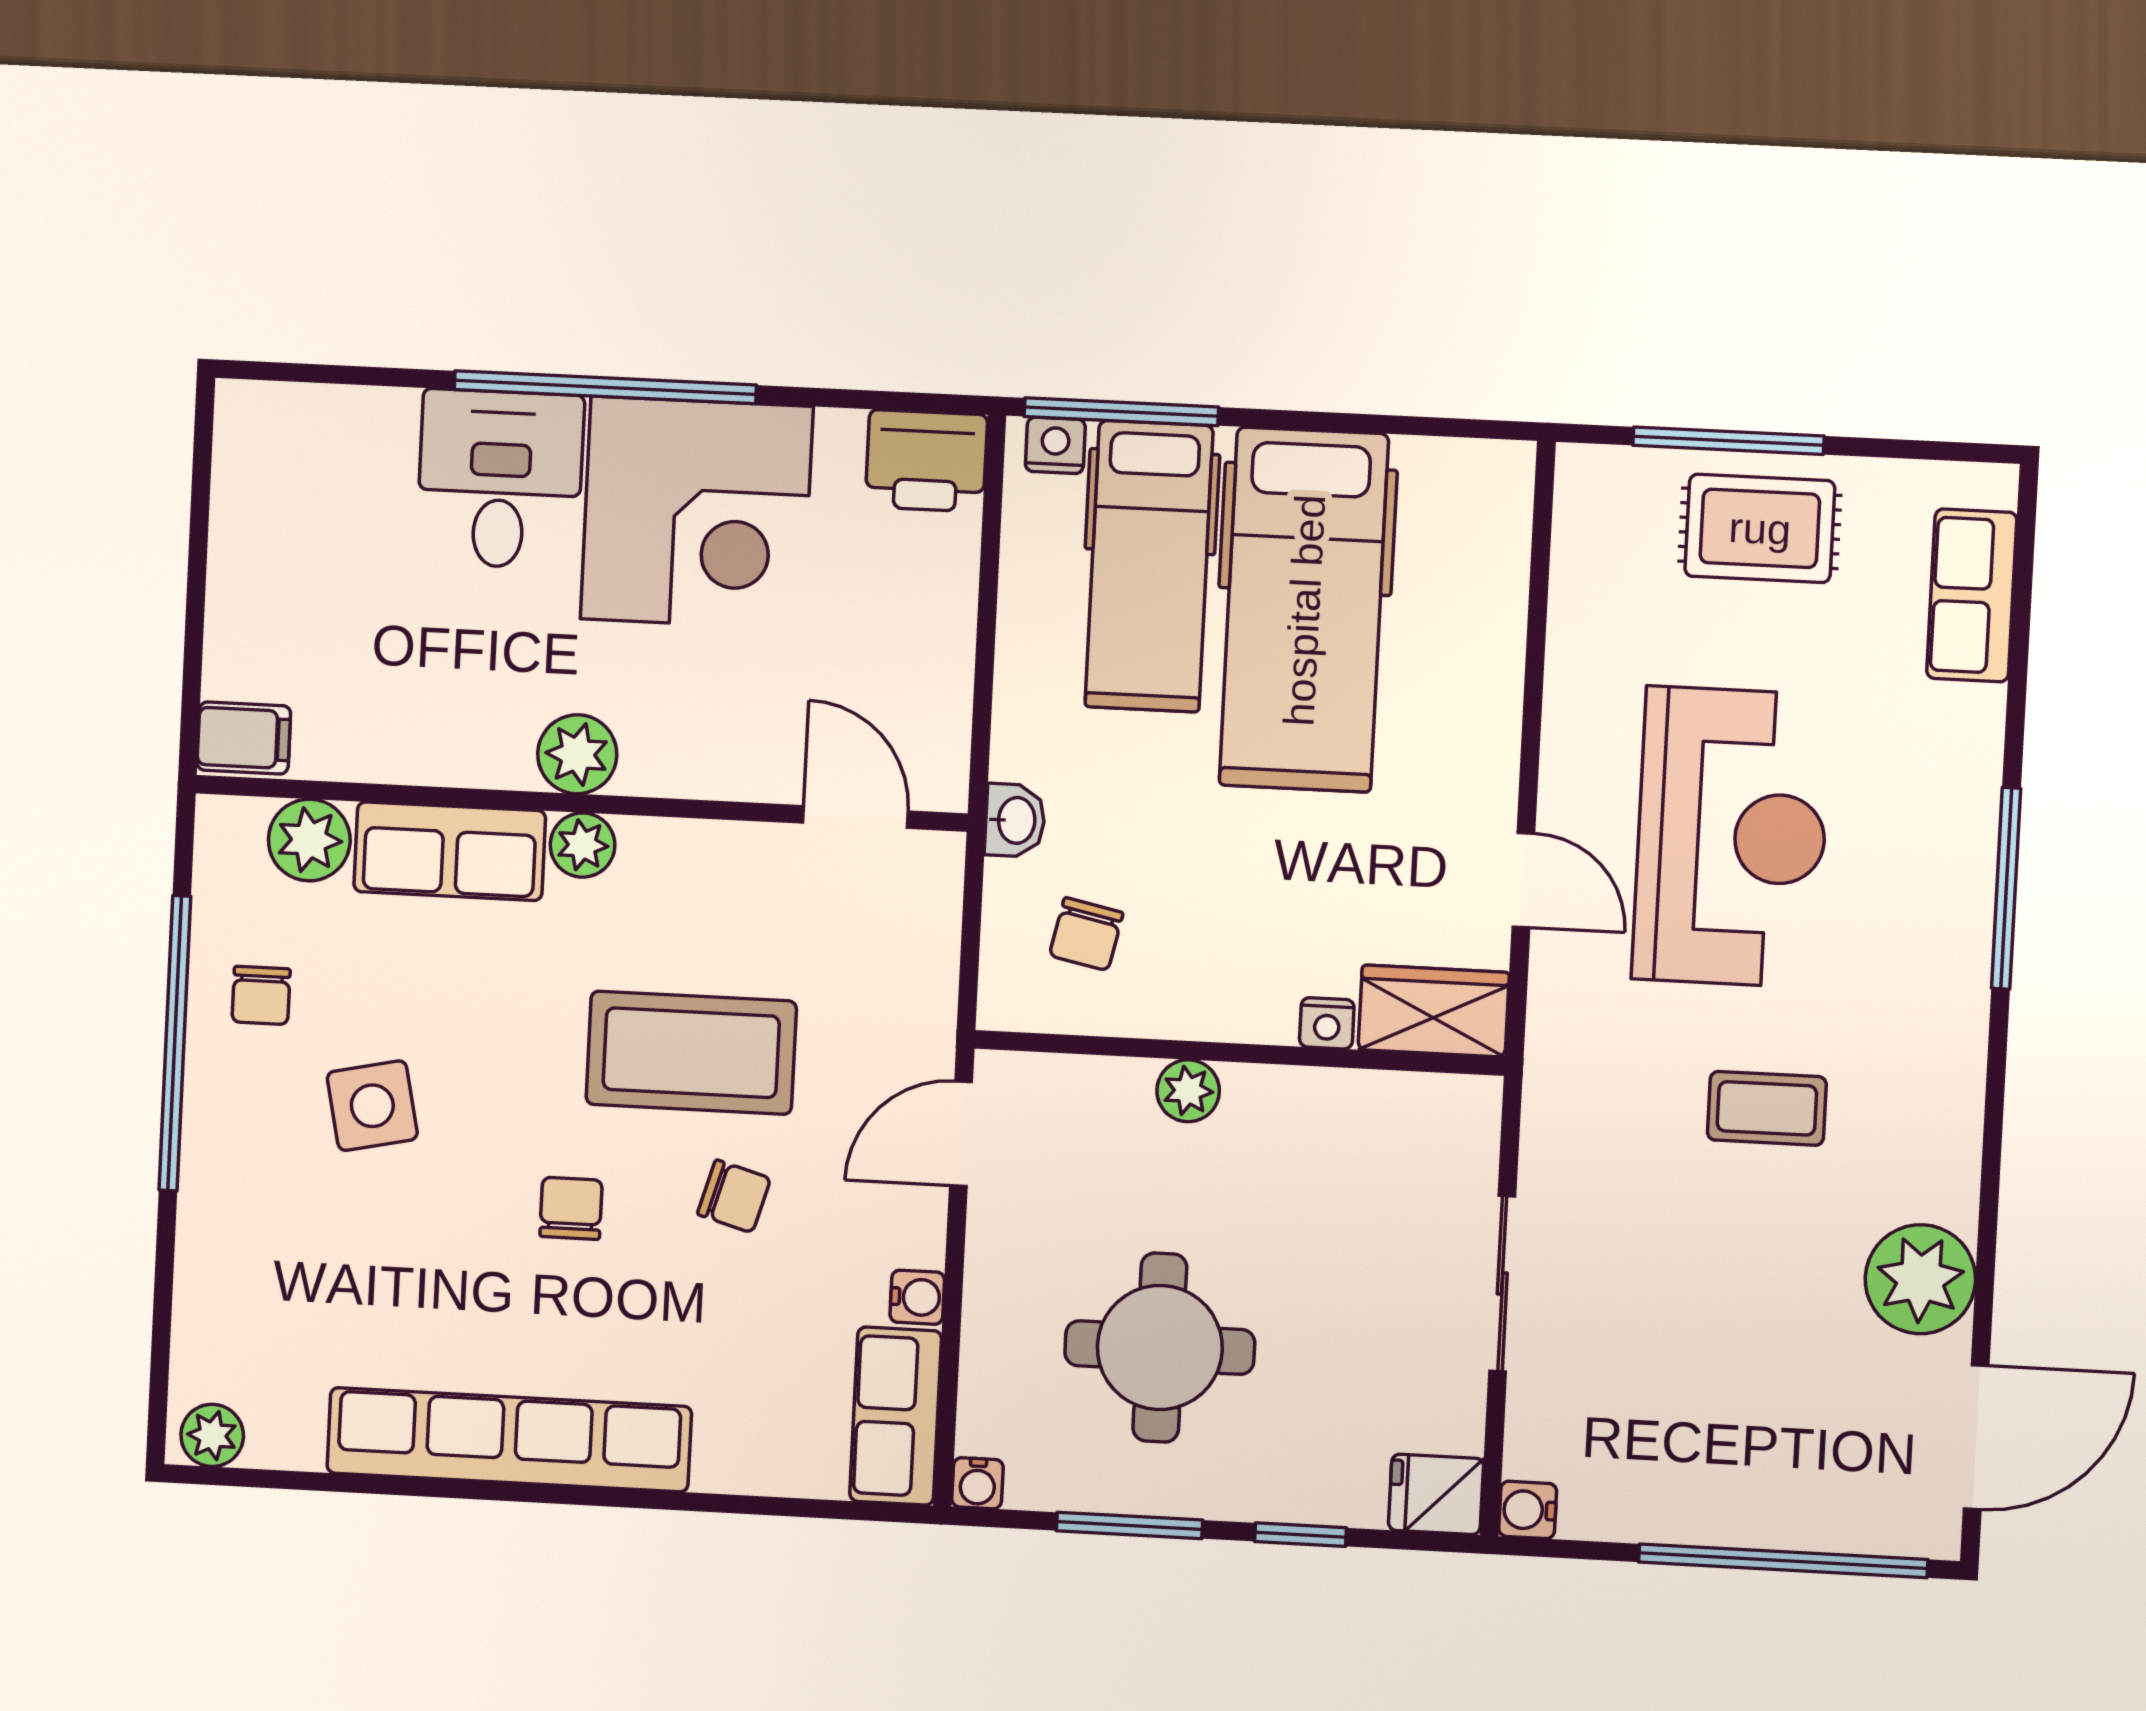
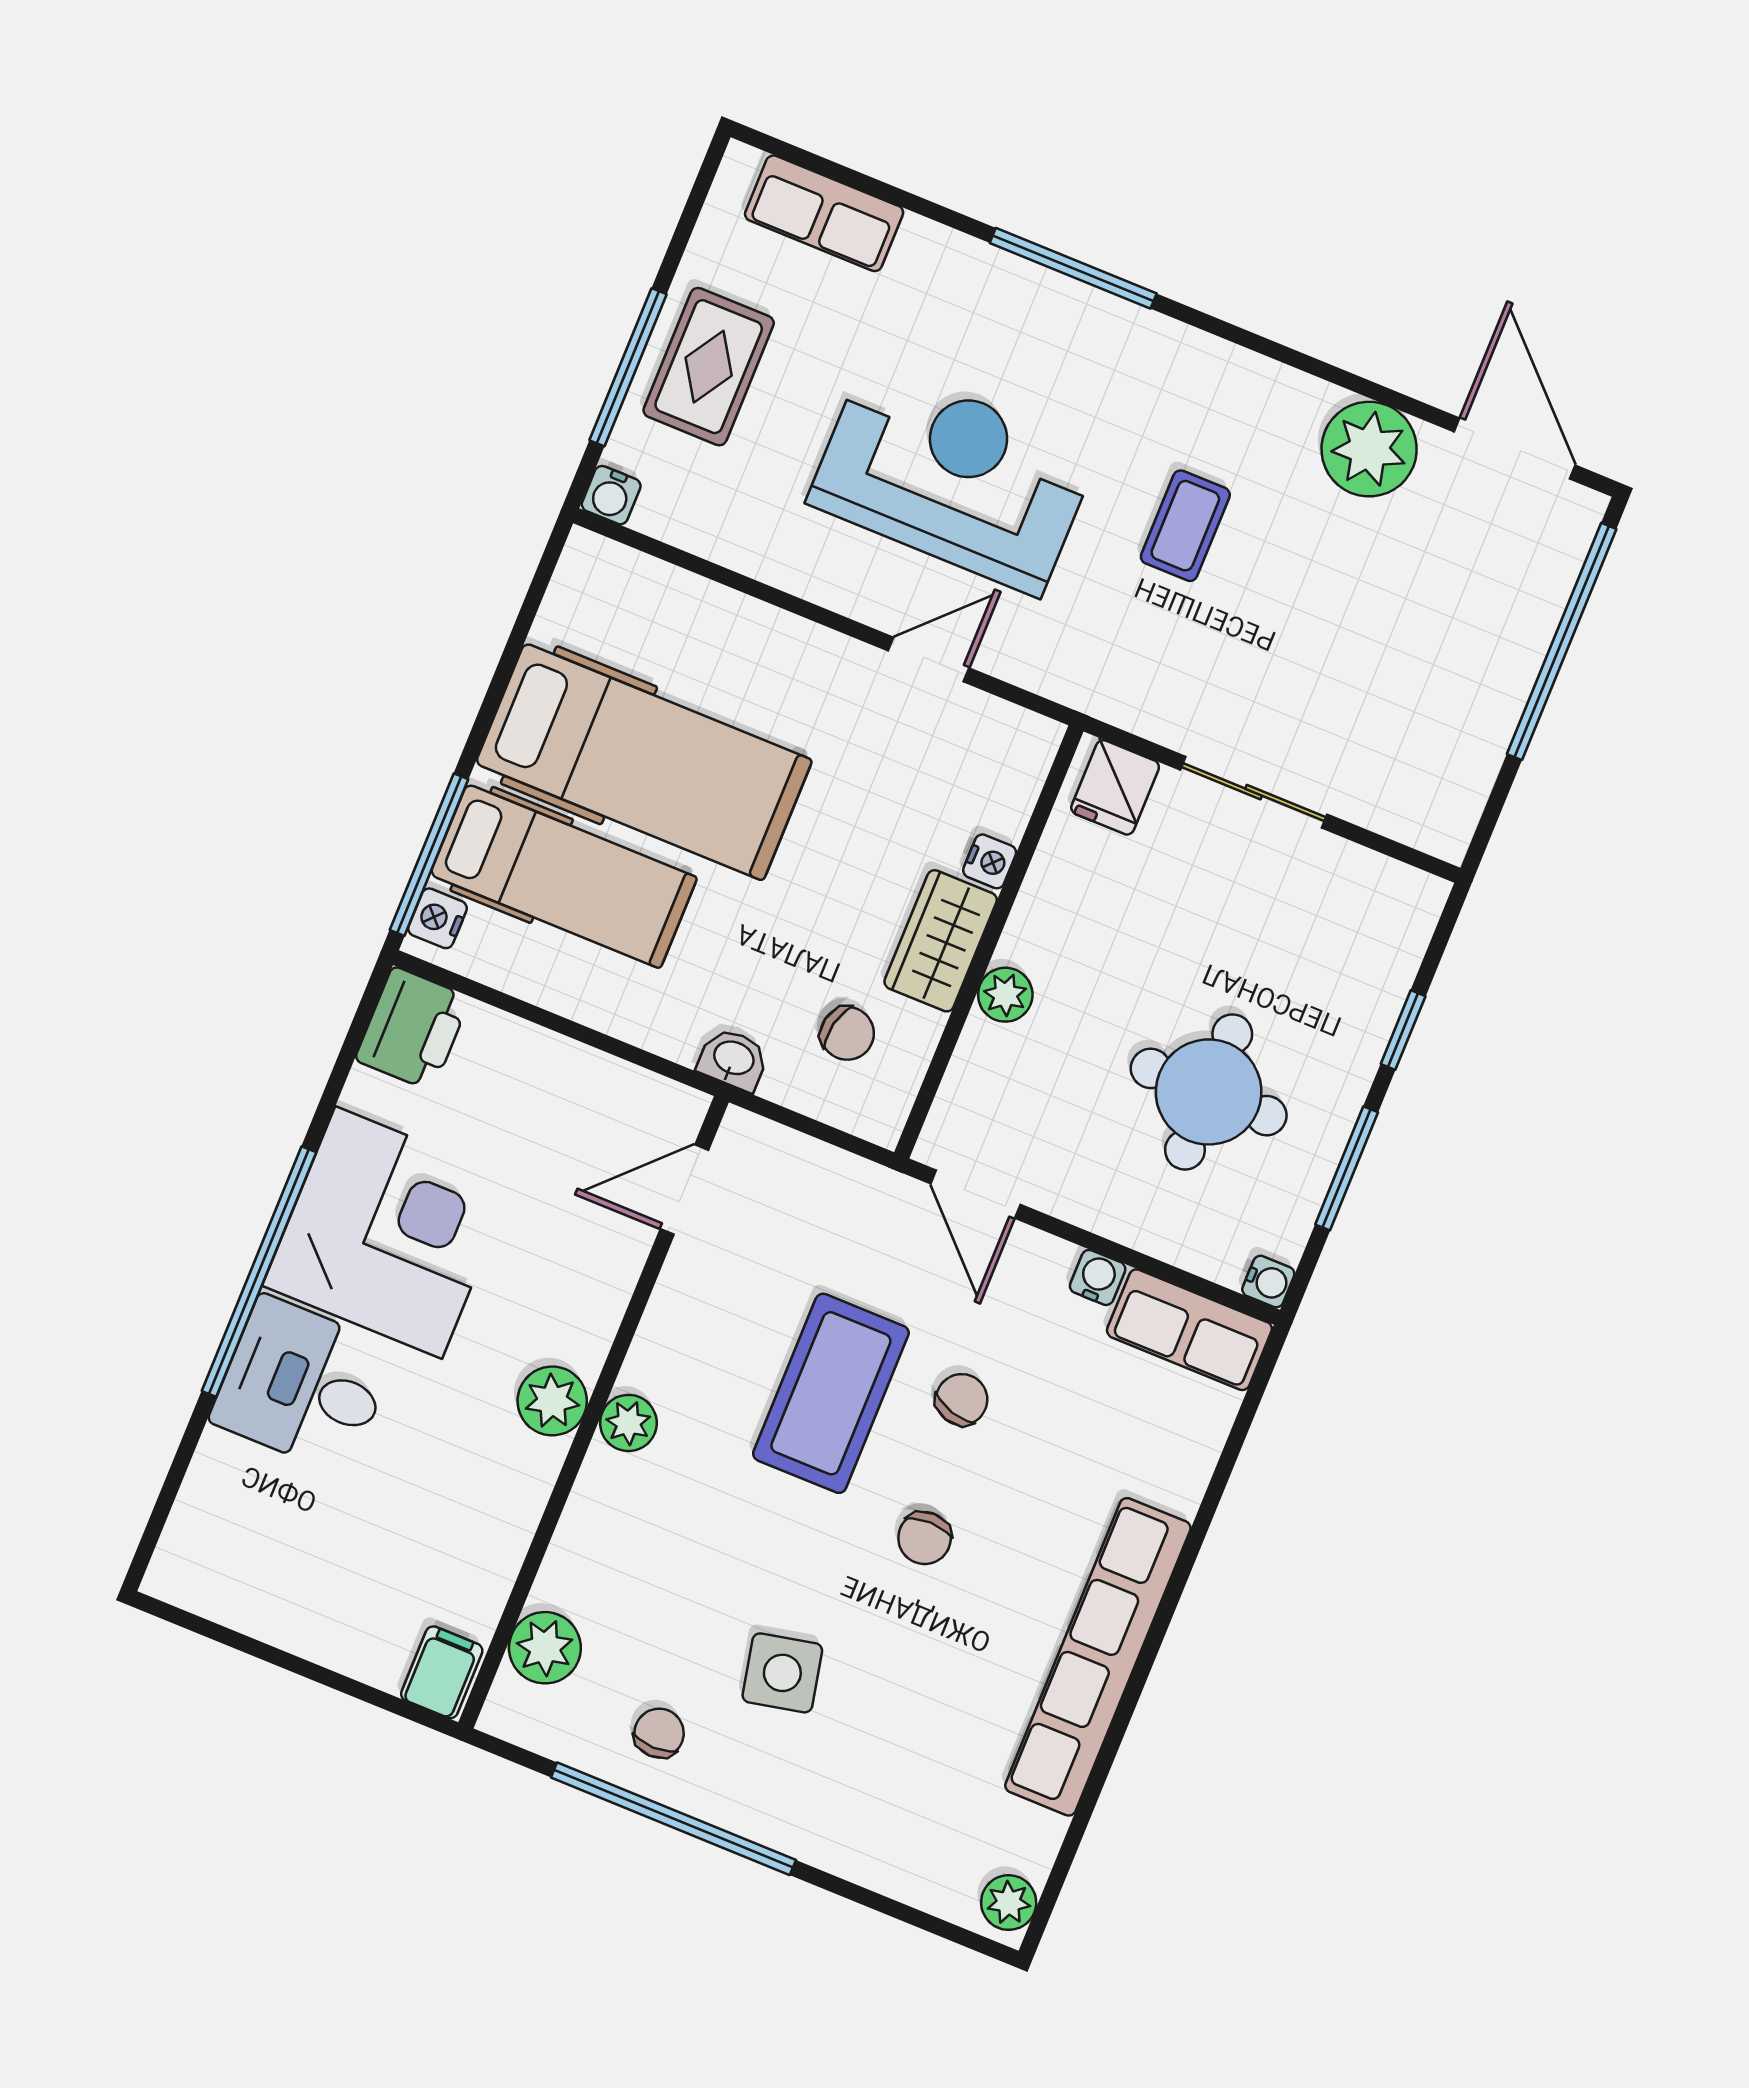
row of seats: (450, 851) -> (595, 1535), removed
chair: (261, 995) -> (659, 1733), turned -90
wardrobe: (1434, 1011) -> (941, 941), moved
chair: (571, 1208) -> (925, 1538), turned -90
fridge: (1436, 1494) -> (1115, 787), moved
water cooler: (1528, 1510) -> (611, 495), moved

